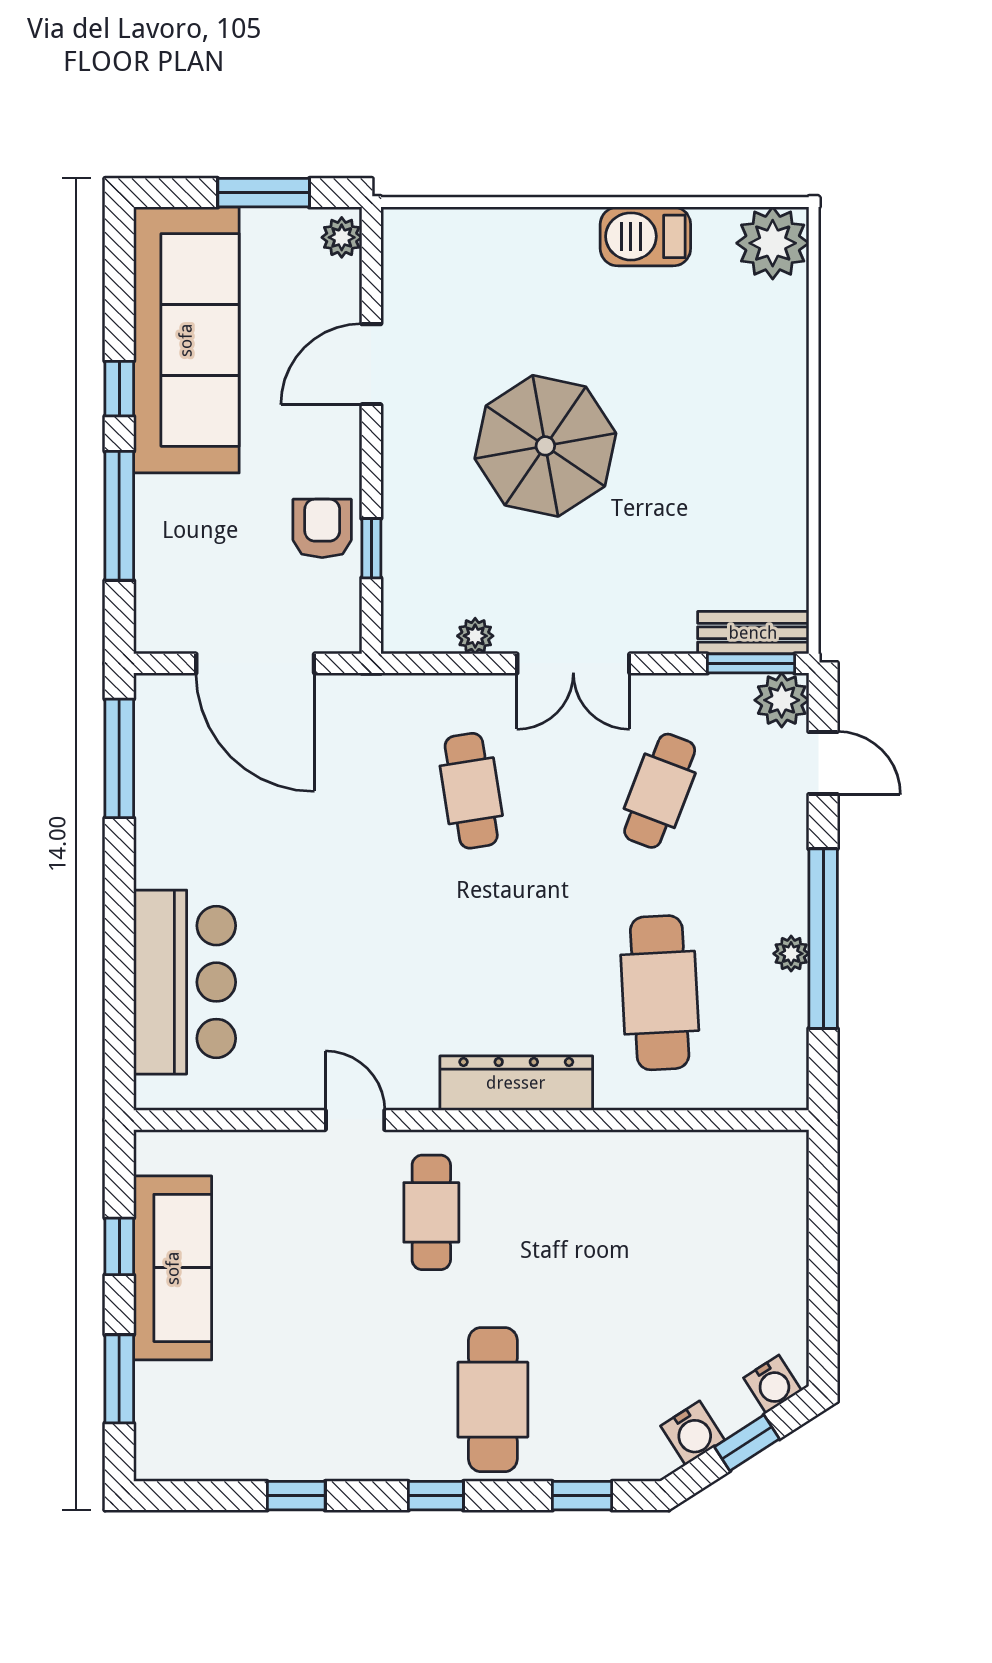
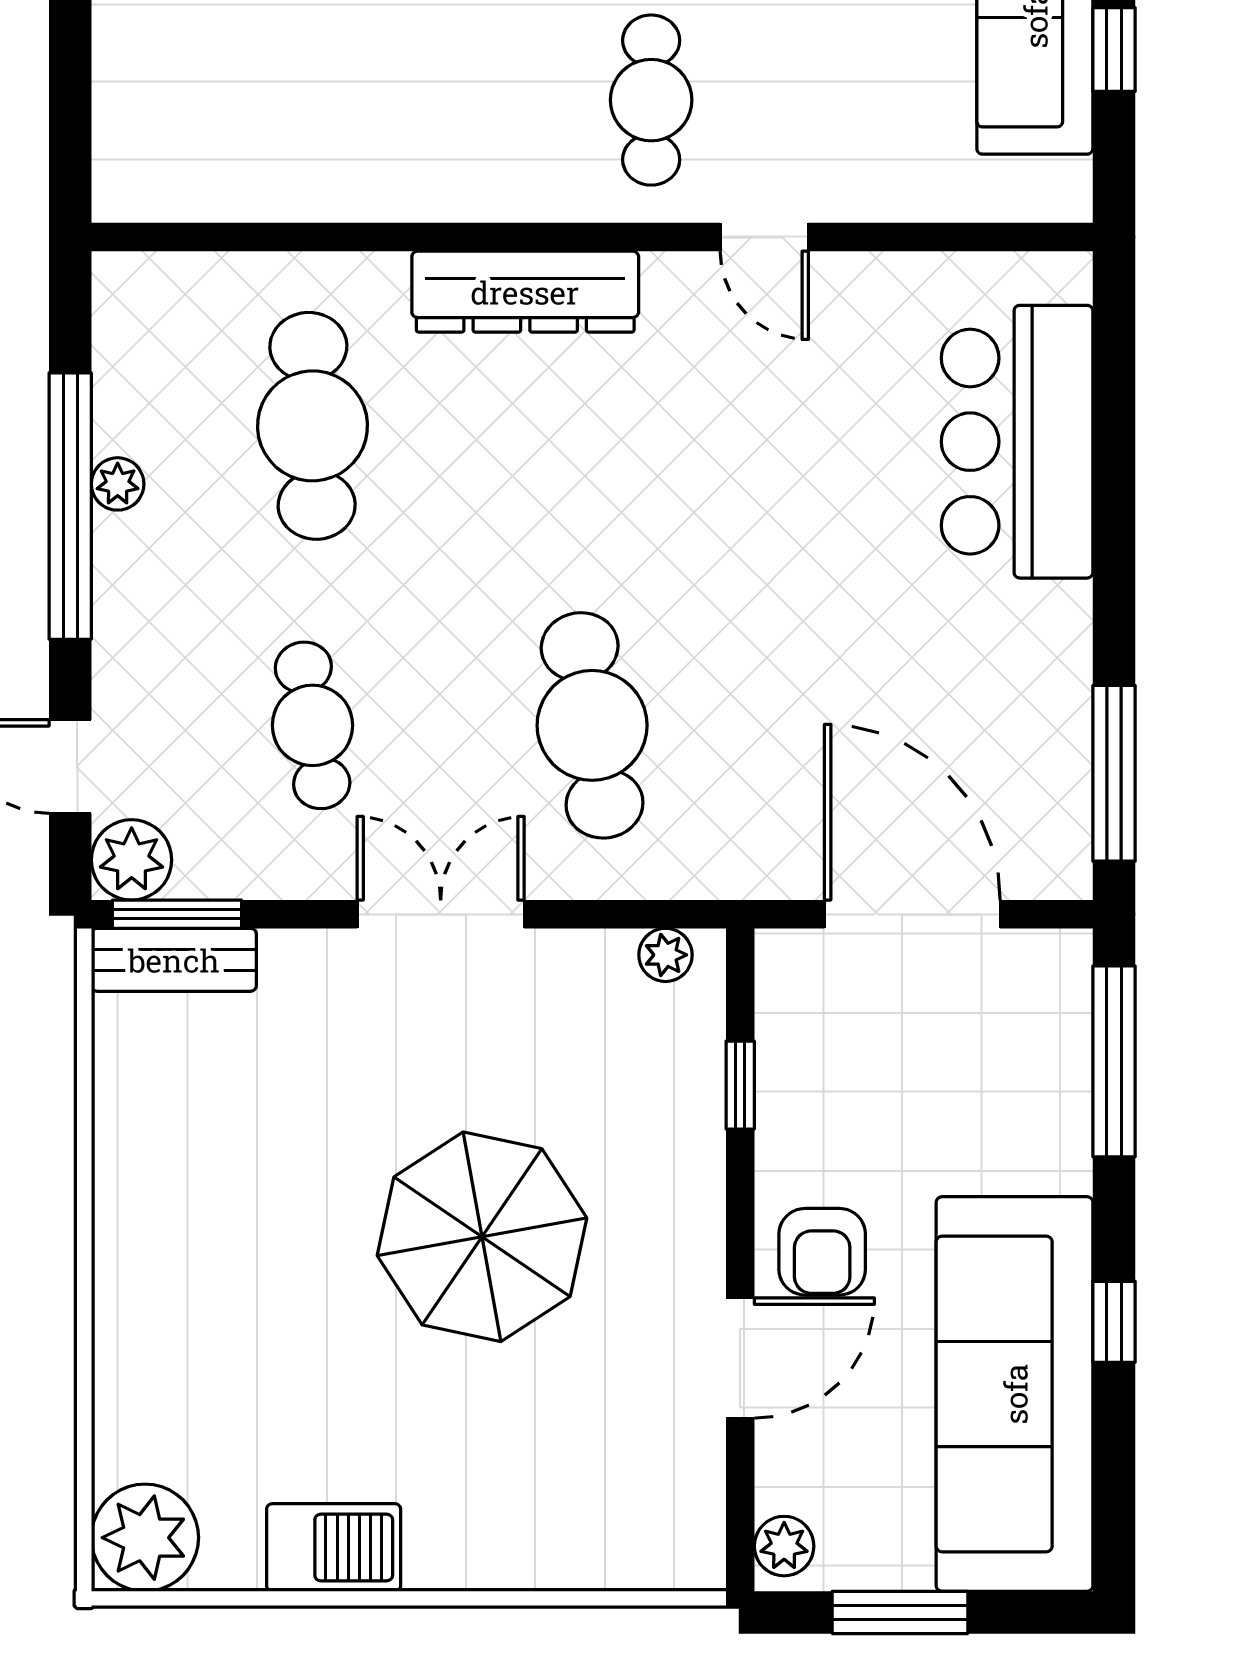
window: (119, 516) -> (1114, 1061), moved
armchair: (322, 528) -> (822, 1252), moved
plant: (475, 636) -> (665, 955), moved
cafe table: (471, 791) -> (592, 725), width x1.37, depth x1.35
cafe table: (660, 791) -> (313, 725), turned -30

